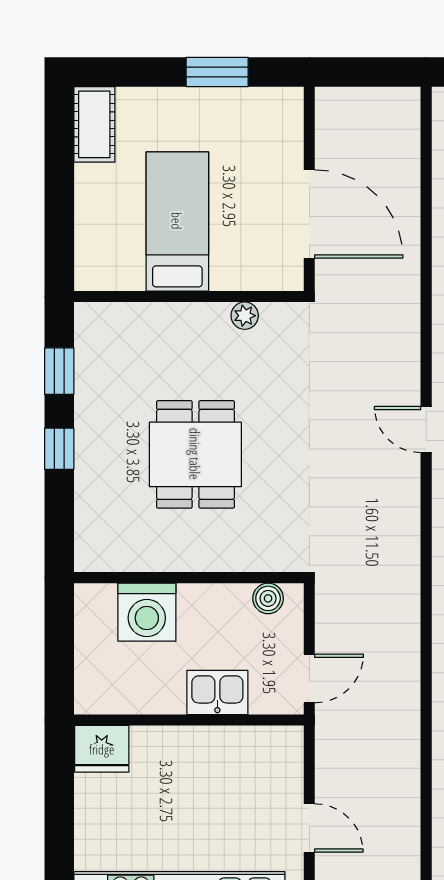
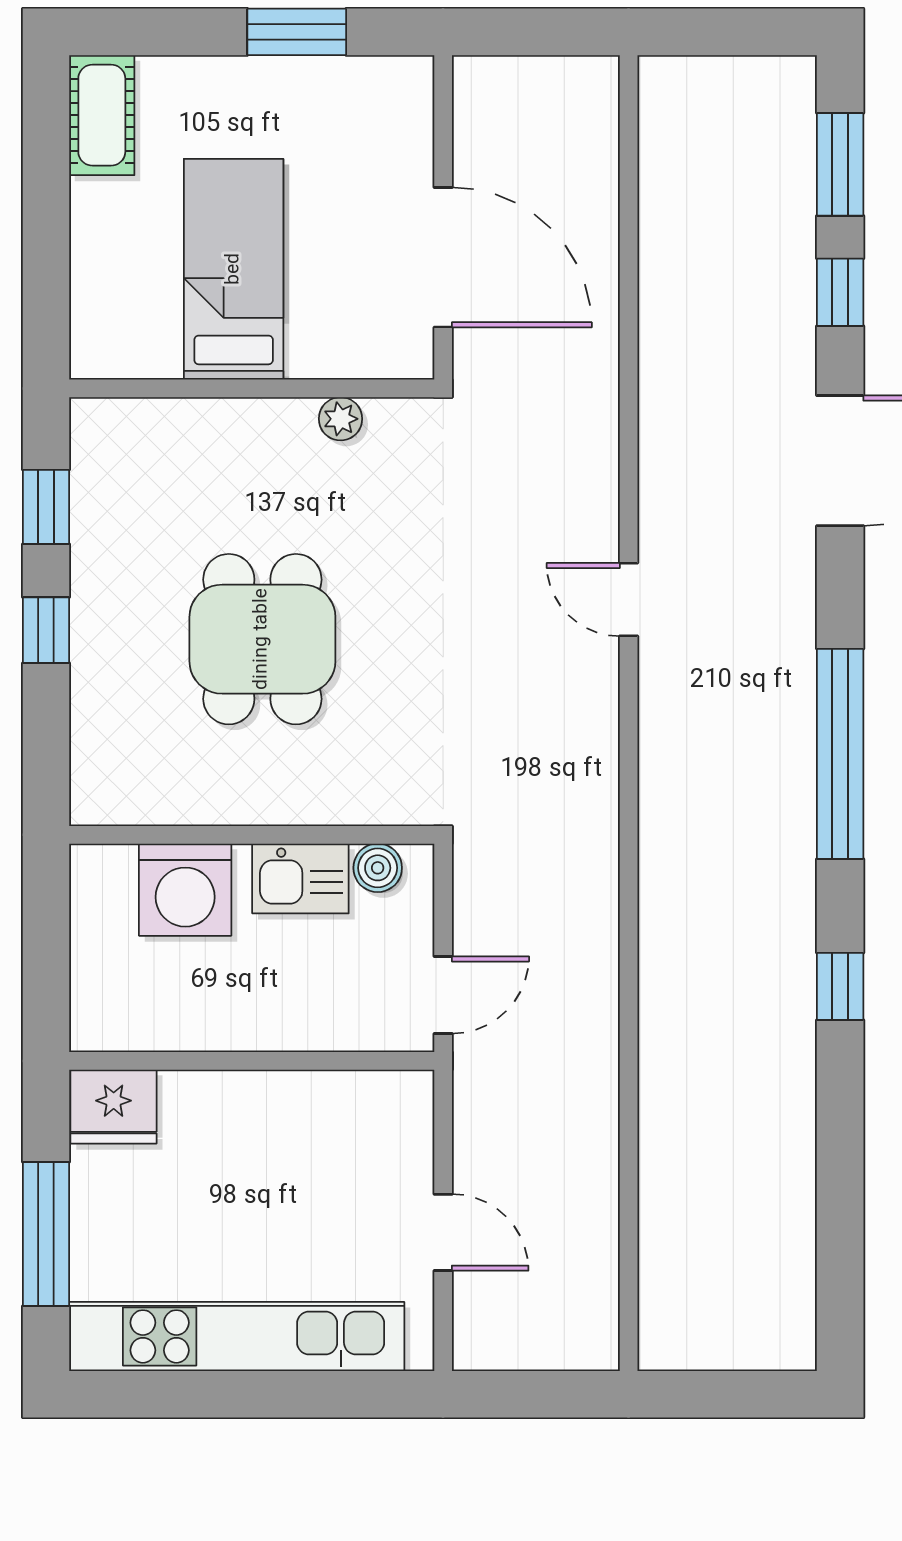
kitchen sink: (217, 693) -> (300, 879), moved, turned 180
window: (59, 829) -> (46, 1234), added

